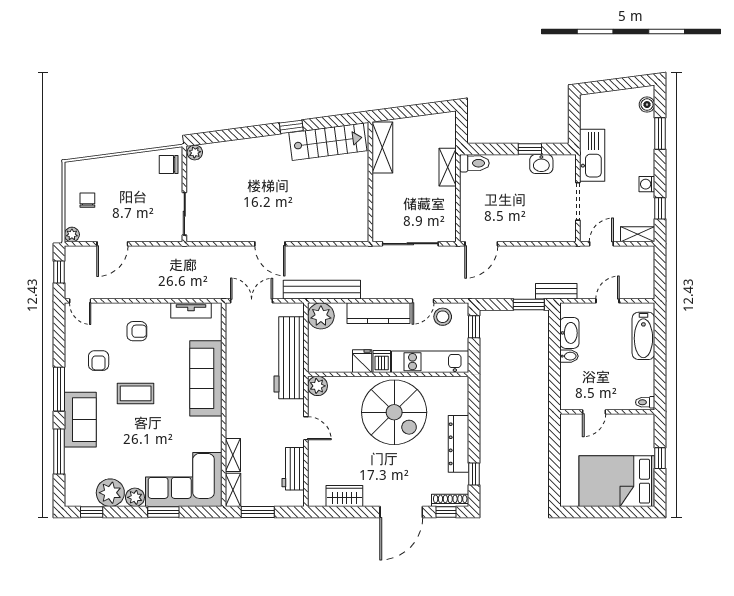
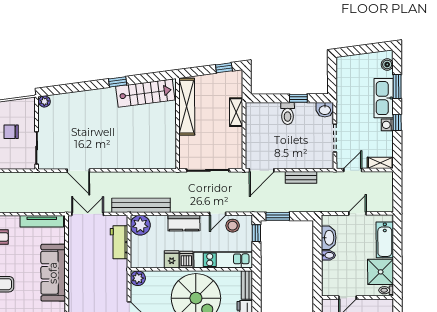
window: (432, 108) -> (224, 68), added
shelving: (382, 148) -> (187, 107), width x1.47
kitchen sink: (592, 155) -> (384, 98), moved, turned 180
toilet: (474, 163) -> (288, 113), moved, turned 90
chair: (169, 164) -> (11, 132), moved
washbasin: (541, 164) -> (325, 110), moved
window: (660, 208) -> (397, 122), moved
door: (270, 244) -> (78, 171), moved
bench: (556, 291) -> (301, 177), moved
window: (529, 305) -> (278, 216), moved
tv unit: (191, 310) -> (42, 221), width x1.41
kitchen counter: (378, 313) -> (184, 223), width x0.67
workbench: (289, 358) -> (119, 242), width x0.53, depth x0.76
shower: (638, 378) -> (381, 272), added
bench: (461, 395) -> (247, 285), added

